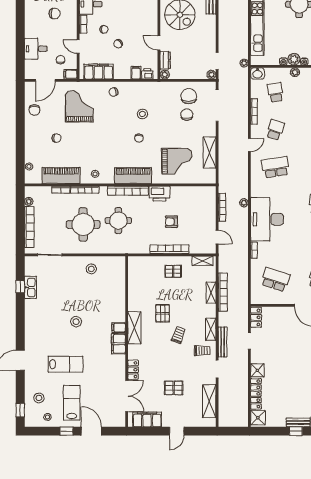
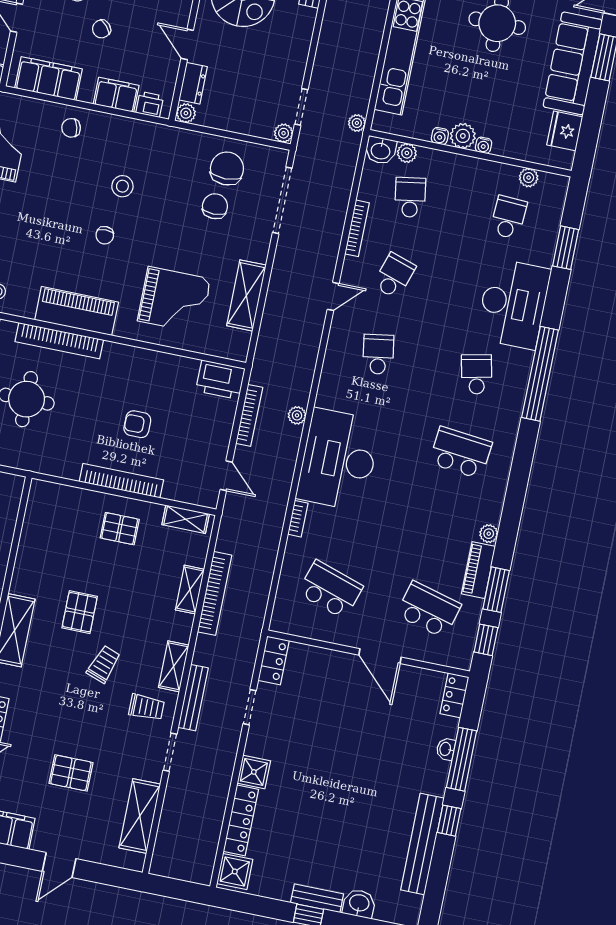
plant: (295, 72) -> (407, 153), moved
filing cabinet: (136, 73) -> (116, 95), width x2.00
school desk: (275, 167) -> (378, 354), width x0.54
printer: (159, 194) -> (220, 380), moved

